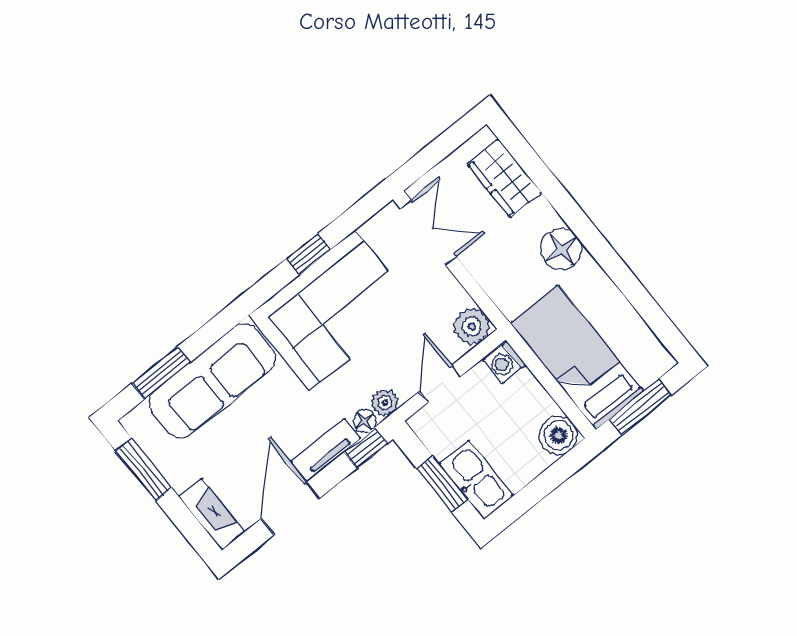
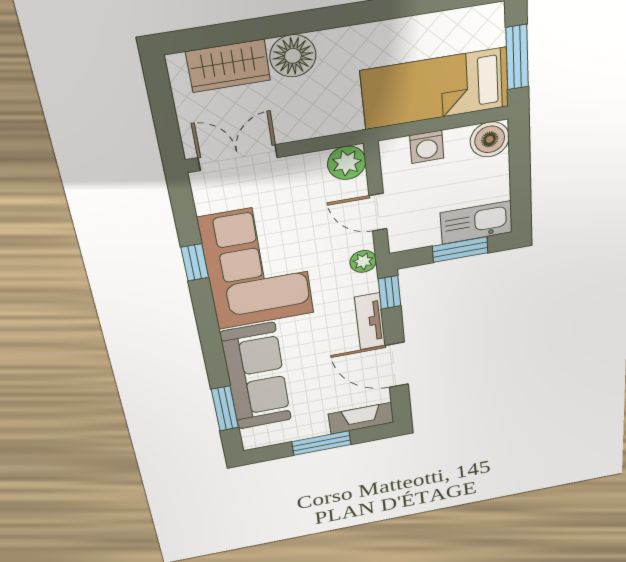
floor lamp: (561, 249) -> (293, 56), moved
washing machine: (504, 362) -> (427, 147), moved
floor lamp: (365, 421) -> (367, 283), removed
window: (144, 470) -> (321, 443), moved

